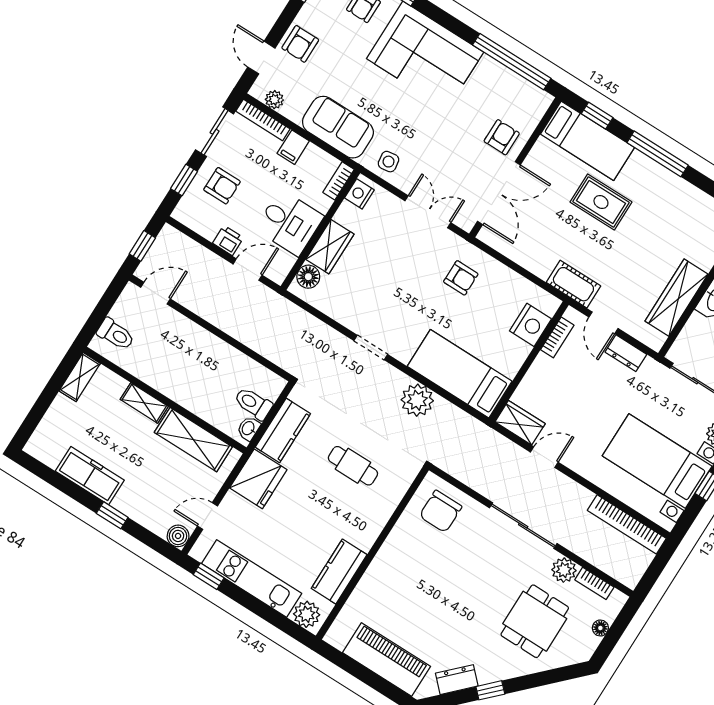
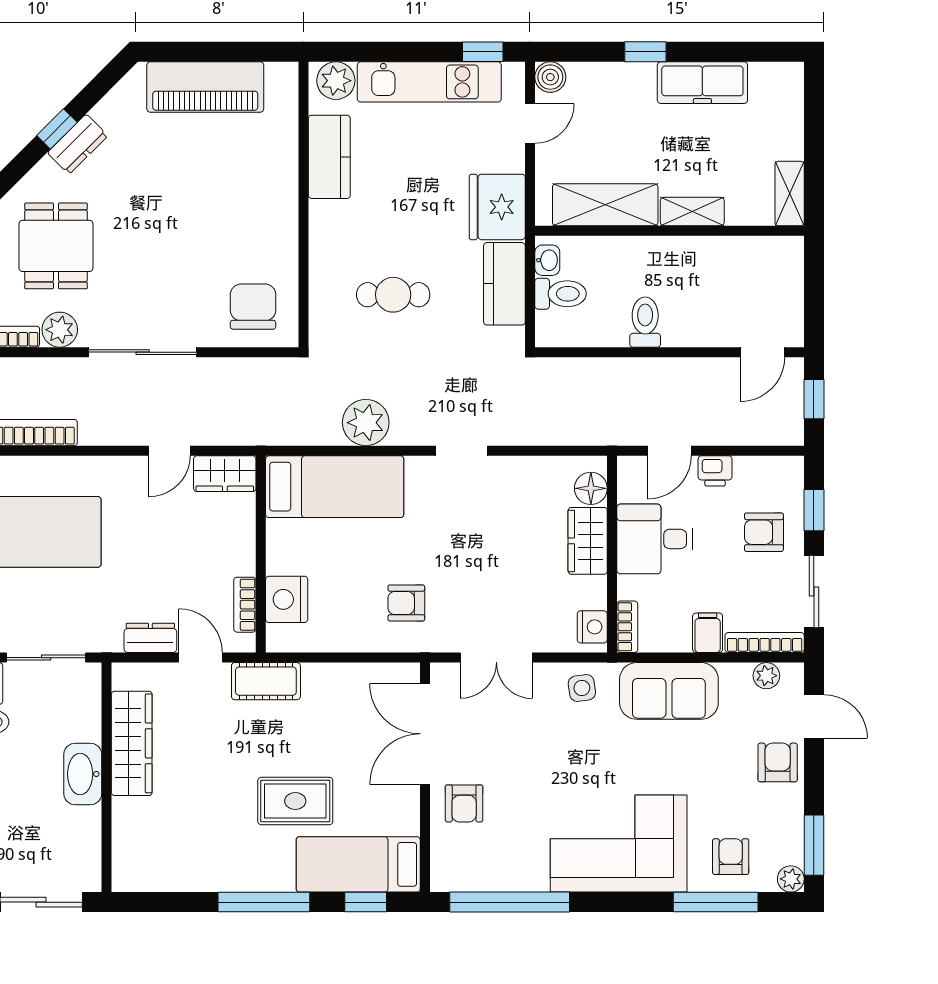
toilet: (116, 334) -> (645, 322), moved, turned 90
dresser: (457, 680) -> (78, 144), moved

